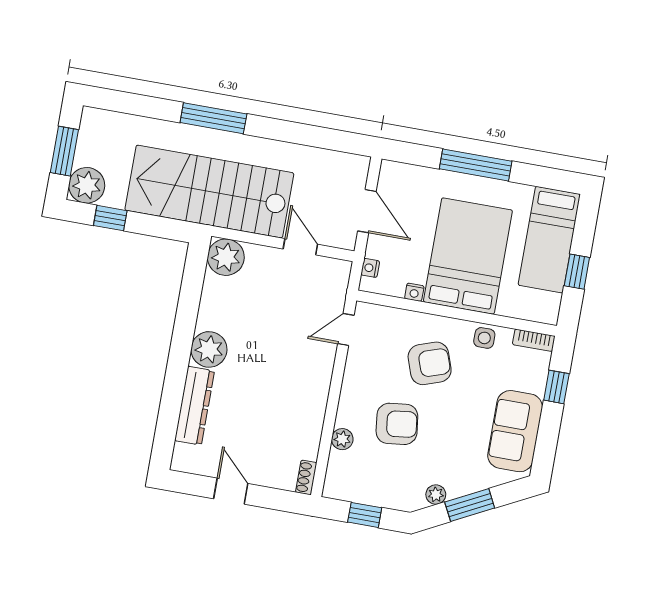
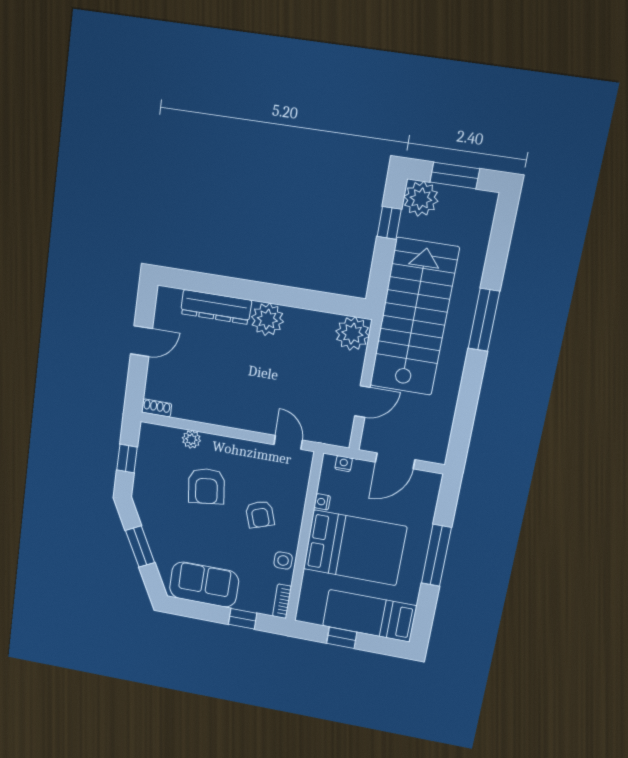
armchair: (430, 363) -> (260, 514), width x0.72, depth x0.72
plant: (436, 495) -> (147, 519), removed

